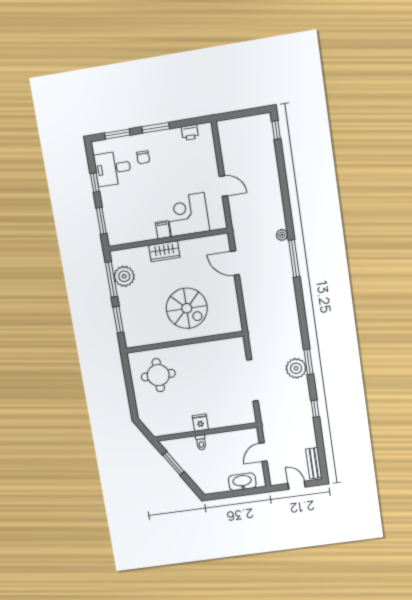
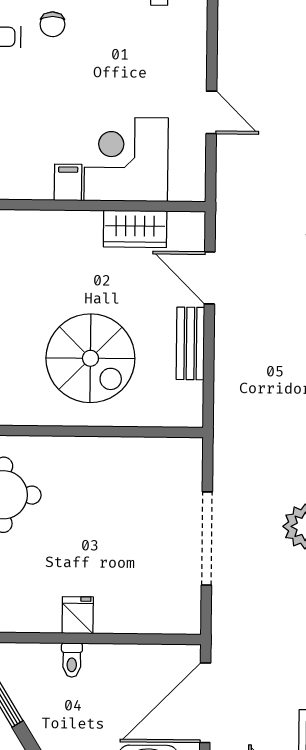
wardrobe: (164, 251) -> (135, 229), moved
bench: (231, 294) -> (190, 343), added
door: (263, 452) -> (205, 703), width x1.87

